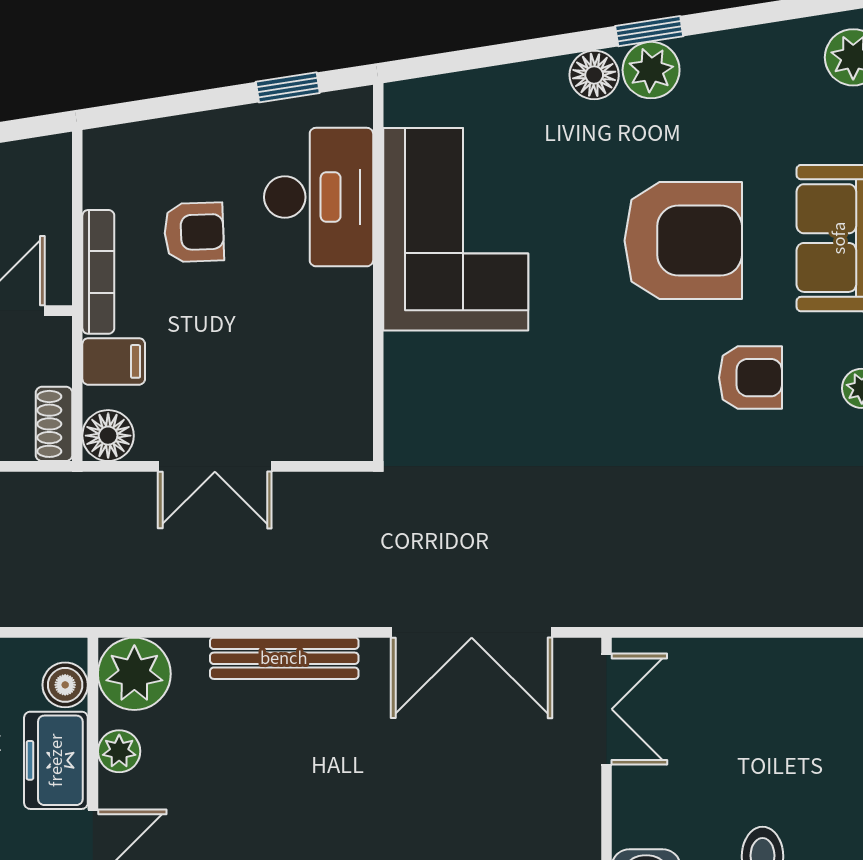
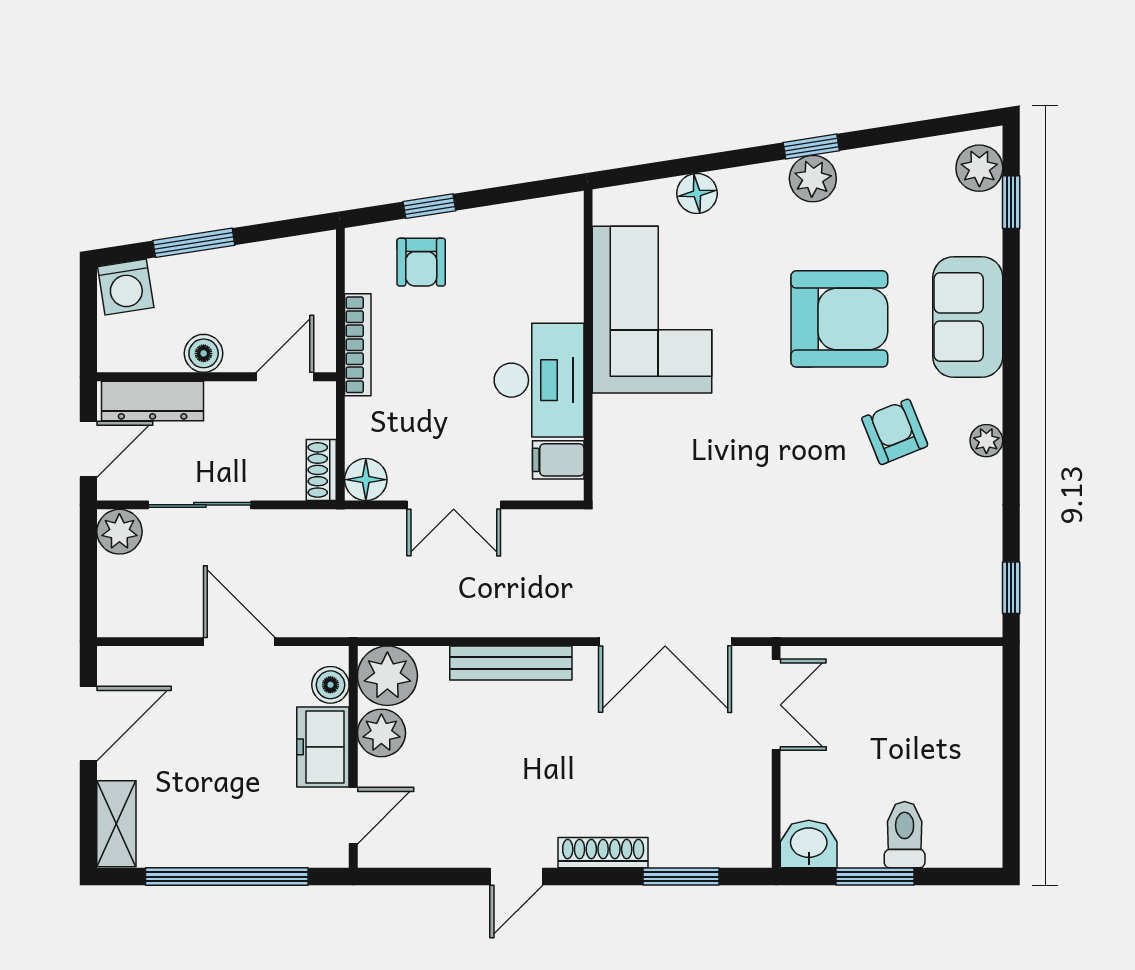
floor lamp: (594, 75) -> (697, 193), moved
window: (288, 87) -> (429, 206), moved
desk: (319, 197) -> (539, 380), moved
armchair: (194, 232) -> (421, 262), moved, turned 92
filing cabinet: (114, 361) -> (558, 460), moved, turned 180
armchair: (750, 378) -> (895, 432), turned -112
plant: (119, 751) -> (381, 733), width x1.38, depth x1.38

